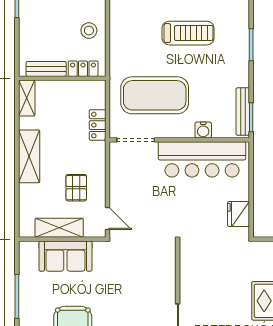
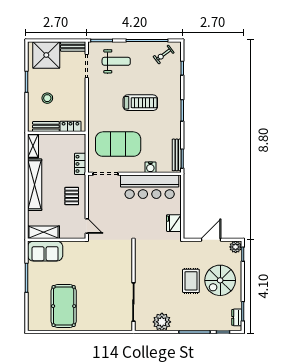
stool: (89, 31) -> (47, 98), moved
shelving: (29, 156) -> (35, 185), width x1.47
pallet: (76, 188) -> (72, 196), moved
shelving: (59, 228) -> (43, 232), moved
sofa: (65, 256) -> (45, 251), moved

